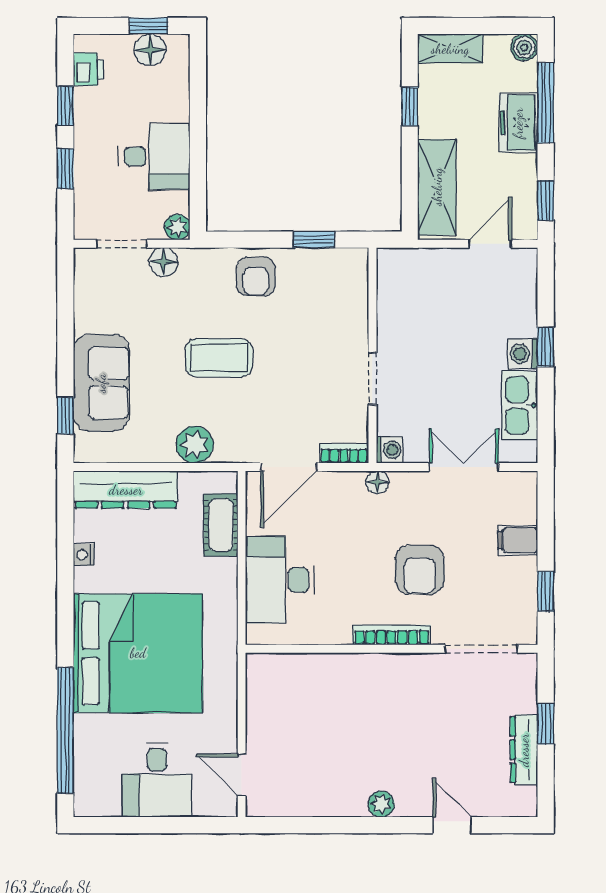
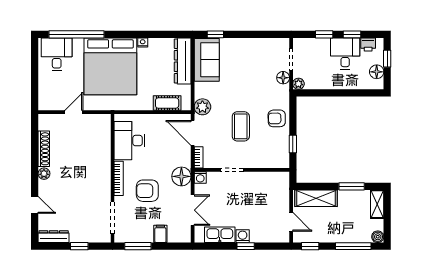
window: (148, 26) -> (387, 59), moved
window: (410, 106) -> (352, 186), width x1.50
freezer: (518, 123) -> (345, 234), removed
desk: (154, 156) -> (345, 54), moved, turned 180
coffee table: (219, 358) -> (241, 126), moved
sofa: (101, 383) -> (207, 60), moved, turned -90
plant: (195, 445) -> (202, 107), moved
floor lamp: (377, 482) -> (181, 176), width x1.89, depth x1.89
nightstand: (84, 555) -> (143, 43), moved
desk: (280, 580) -> (129, 141), moved, turned -90
window: (546, 591) -> (138, 246), width x1.50
dresser: (524, 750) -> (54, 237), moved
door: (242, 775) -> (74, 112), moved
desk: (157, 780) -> (57, 54), moved, turned 90
shoe rack: (325, 805) -> (44, 149), added
door: (452, 825) -> (35, 205), hinge flipped

